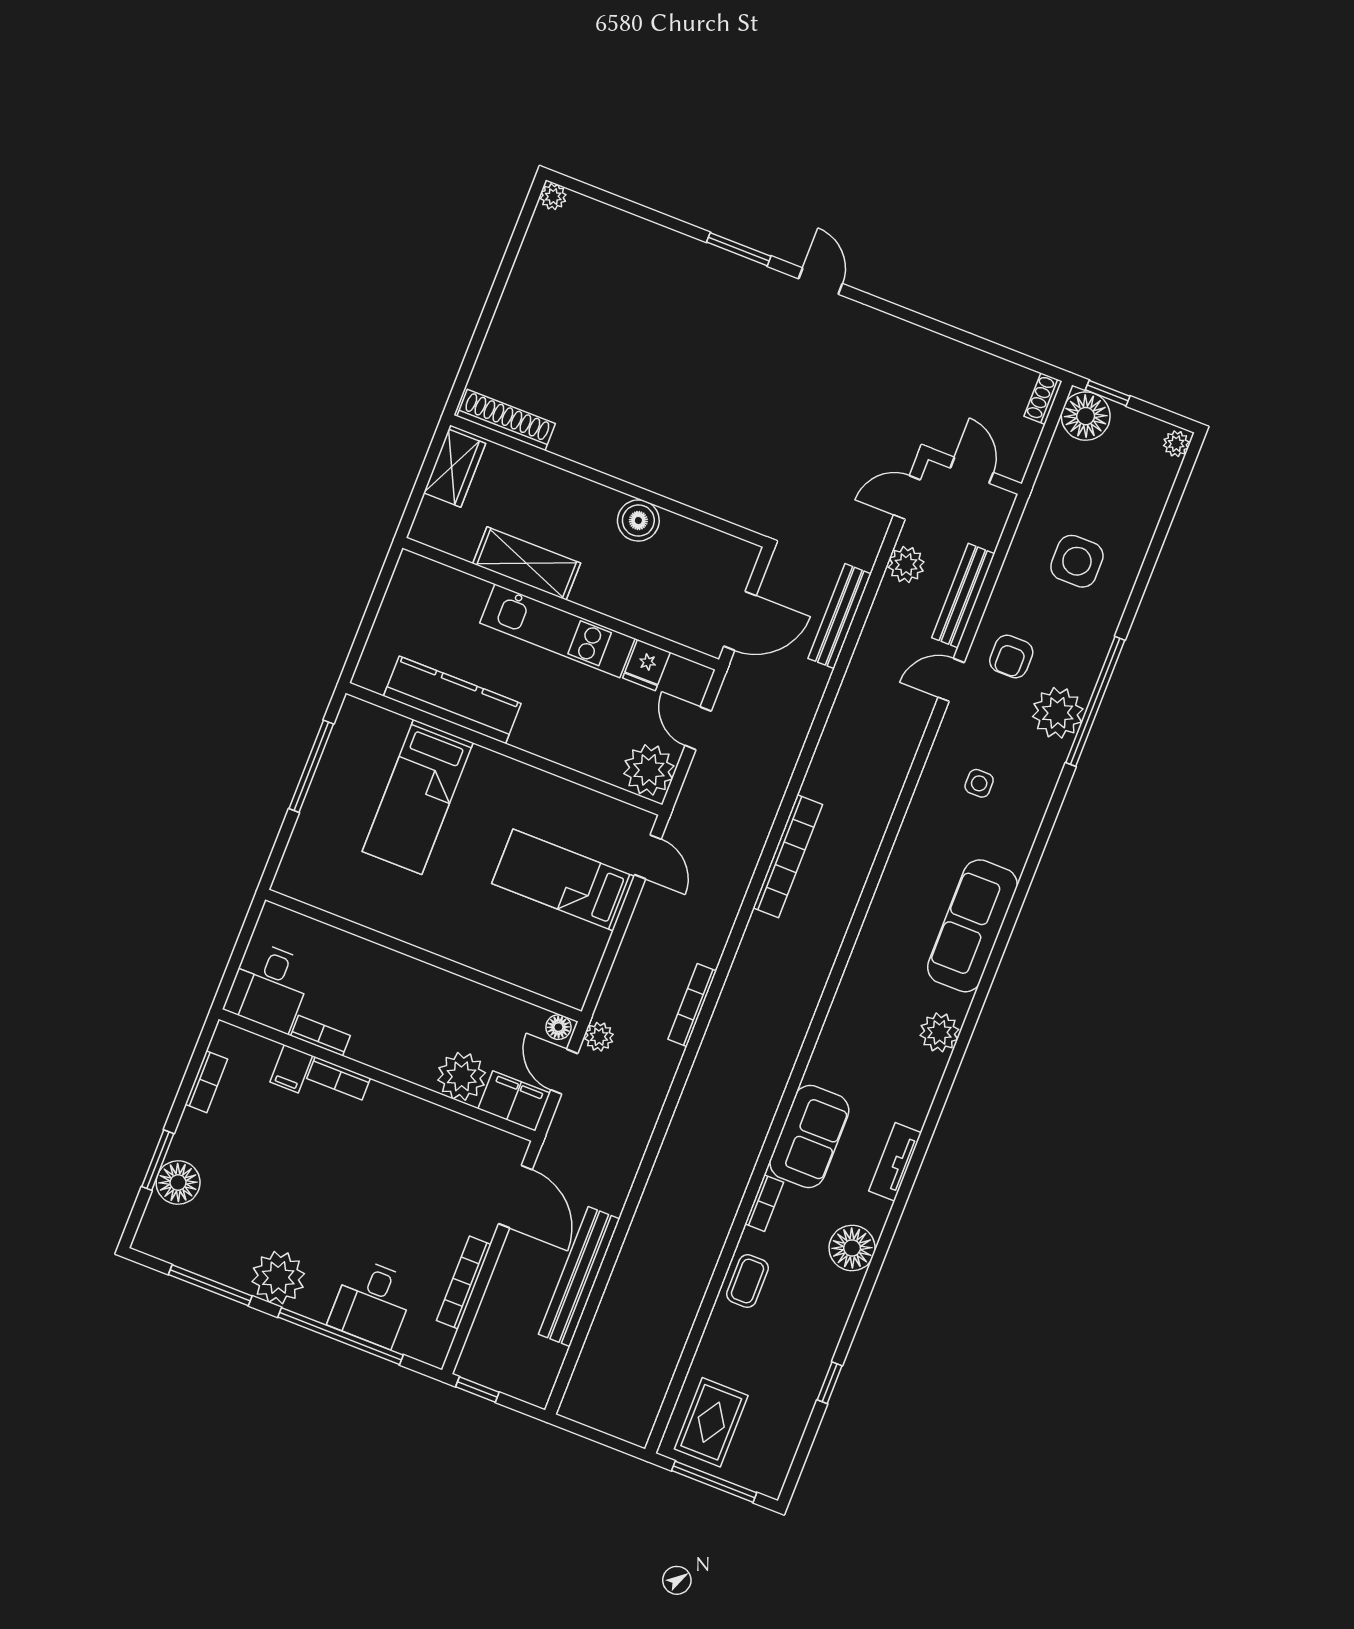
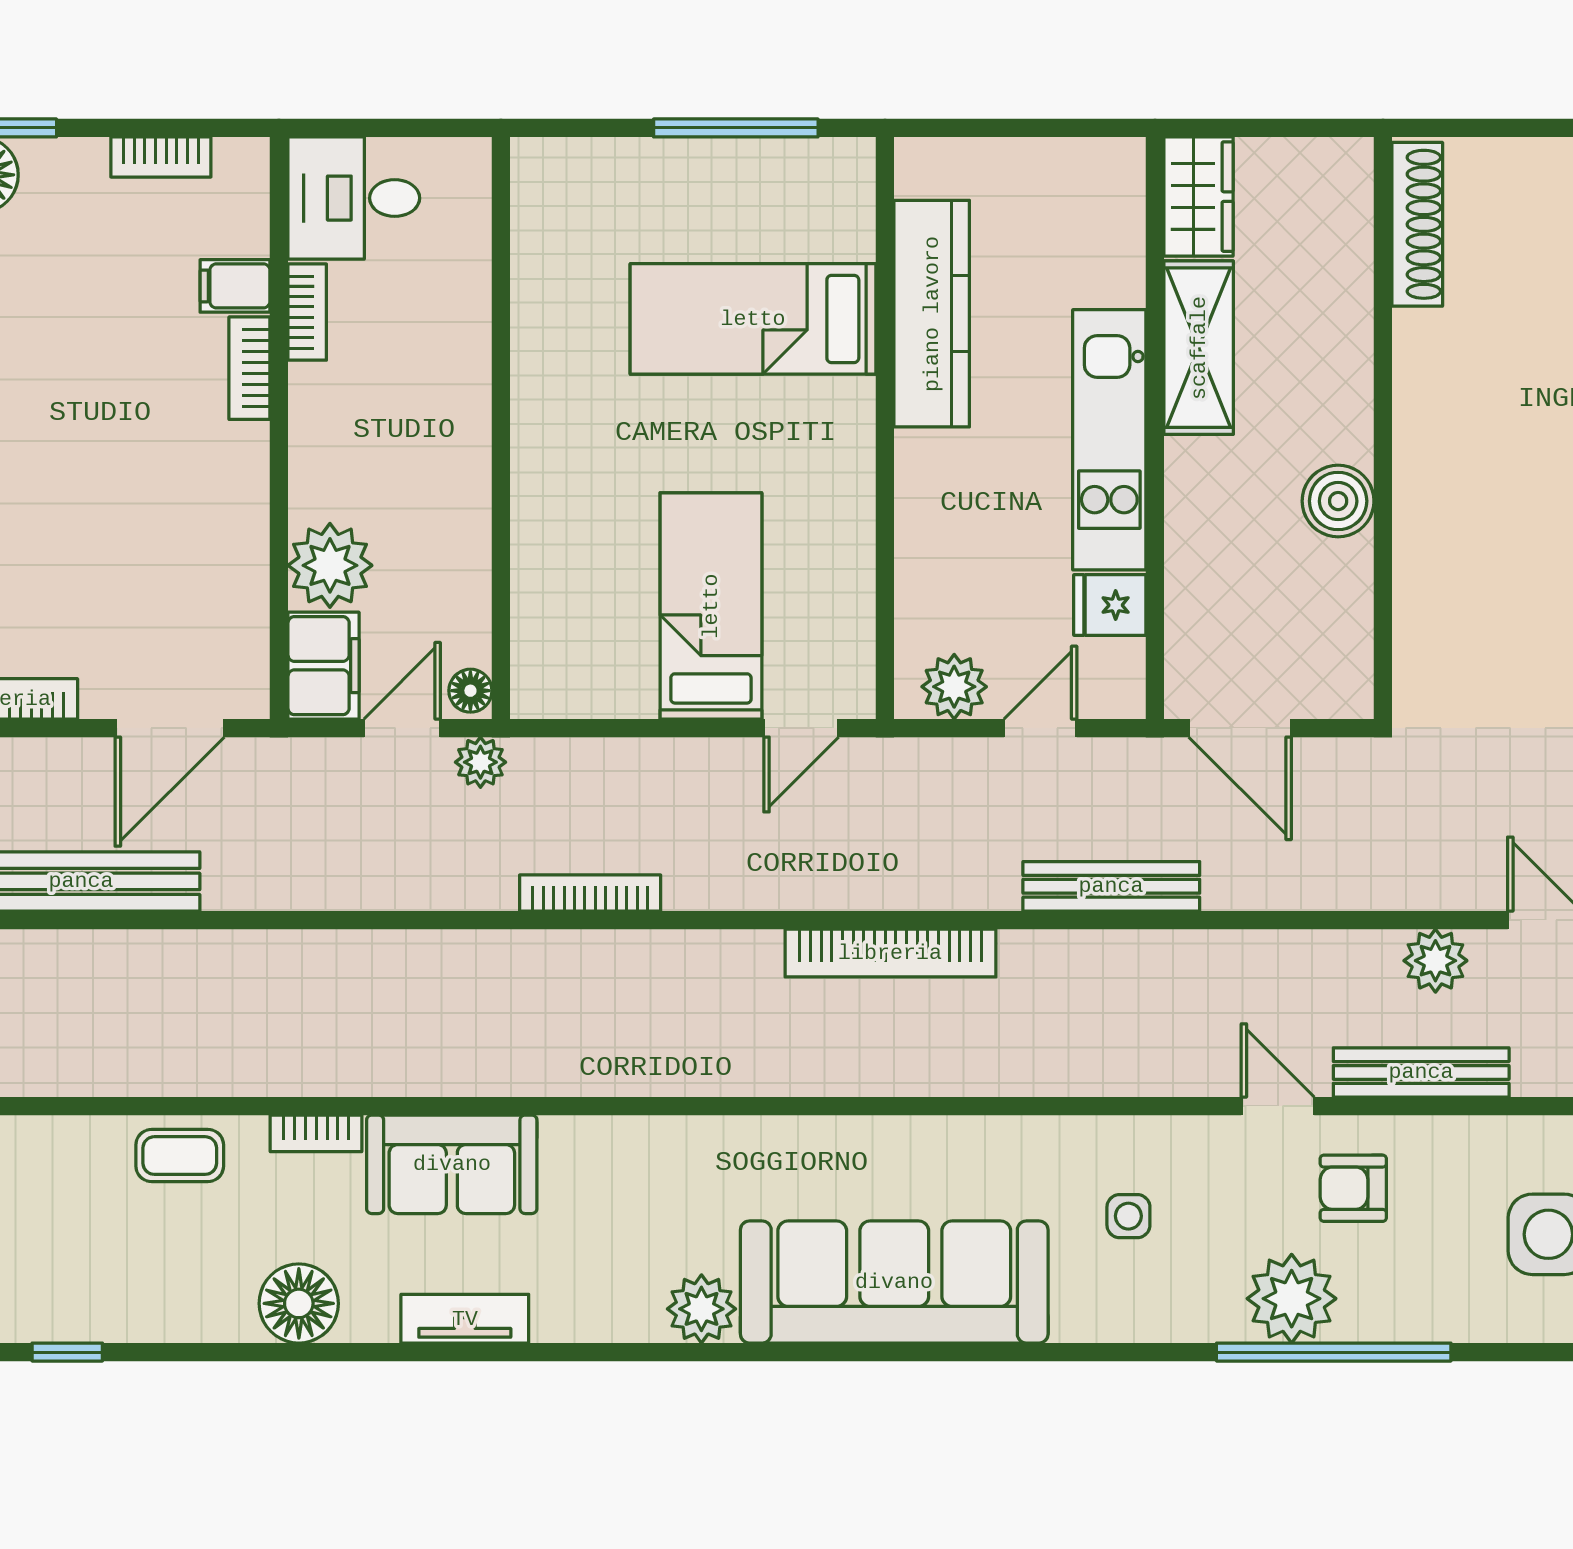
wardrobe: (455, 468) -> (1199, 197), moved, turned -90
bench: (840, 616) -> (1111, 886), moved
plant: (649, 770) -> (954, 687), width x0.73, depth x0.73
sofa: (972, 926) -> (894, 1282), width x1.36, depth x1.27

